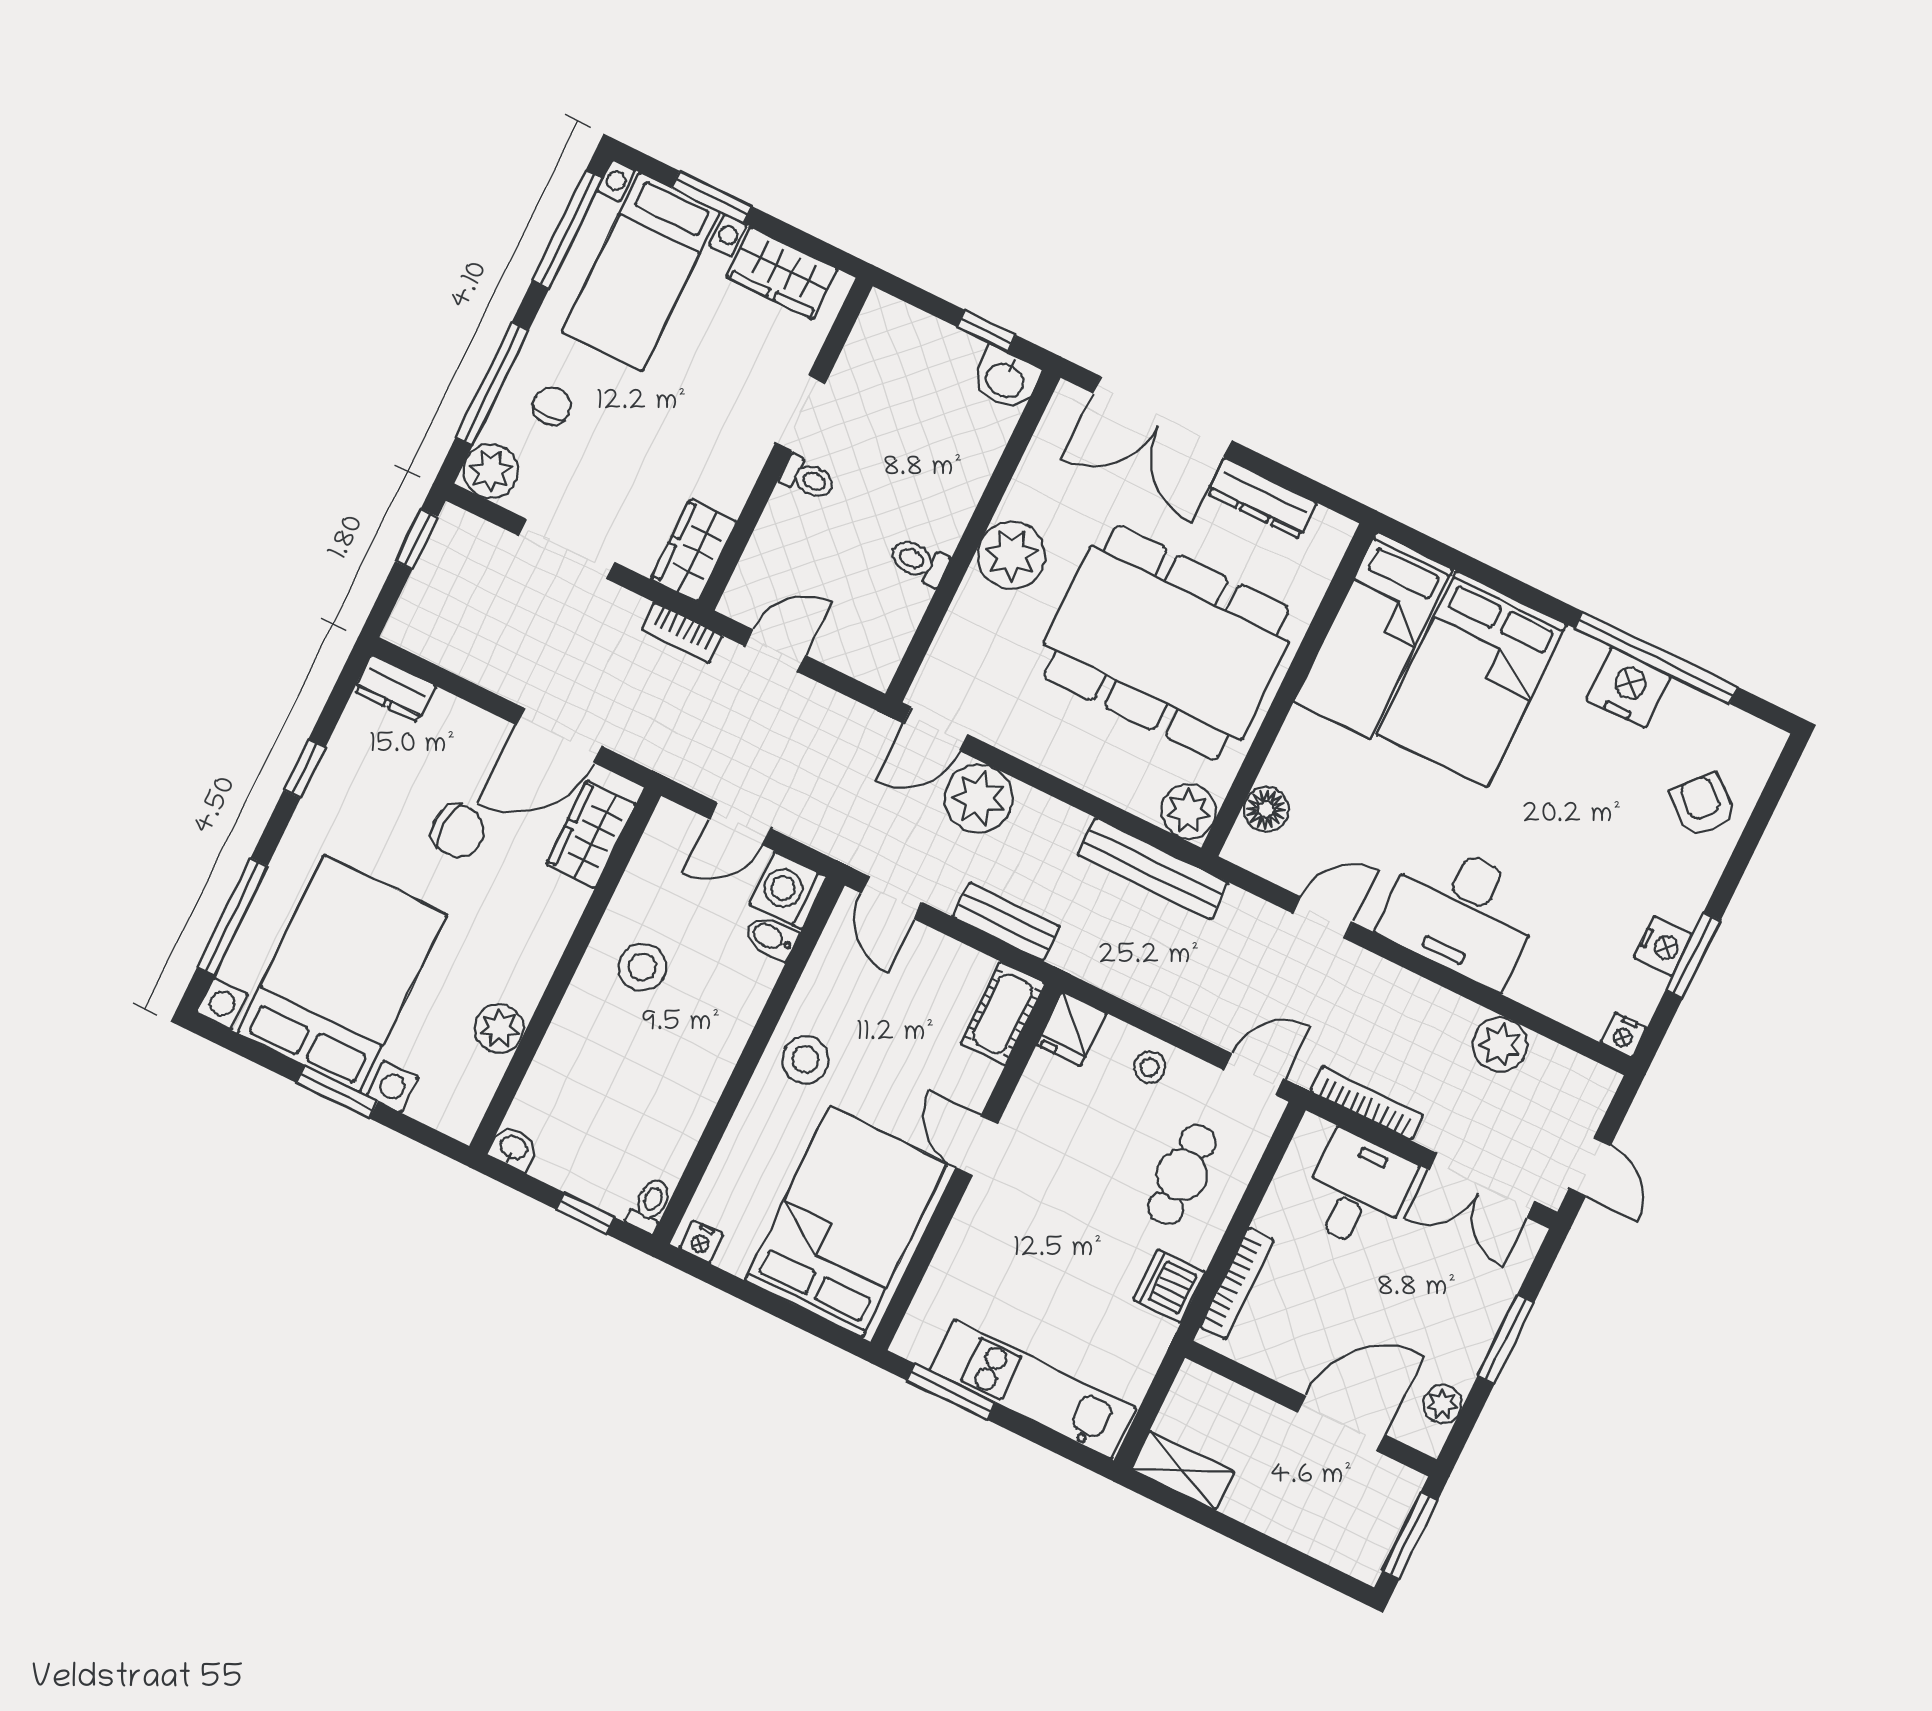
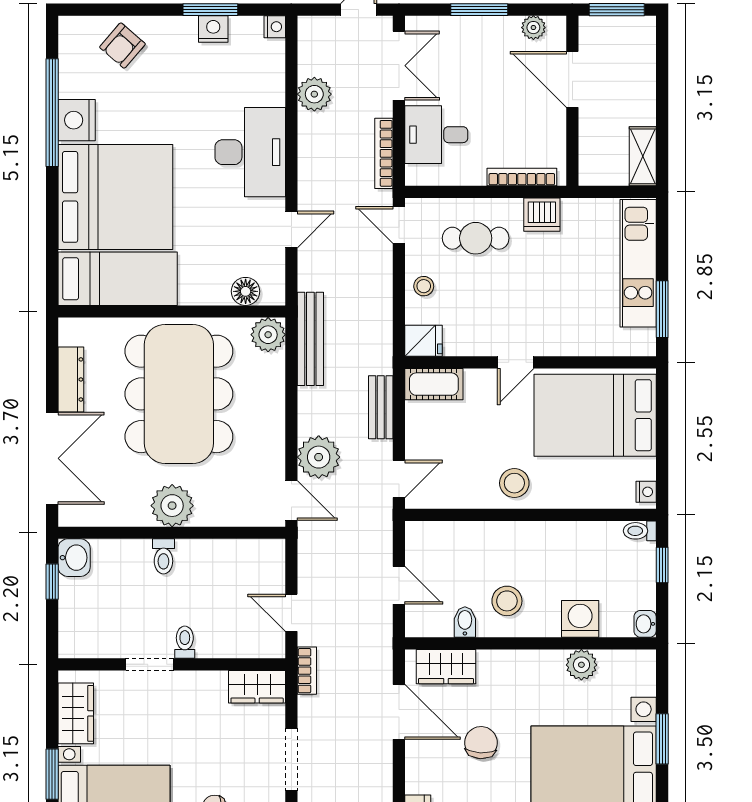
toilet: (919, 562) -> (163, 556), moved
bed: (1472, 679) -> (115, 197), width x1.36
washing machine: (788, 891) -> (580, 619), moved, turned 180
door: (1323, 918) -> (291, 230), swing flipped
bidet: (771, 937) -> (465, 622), moved, turned 180

